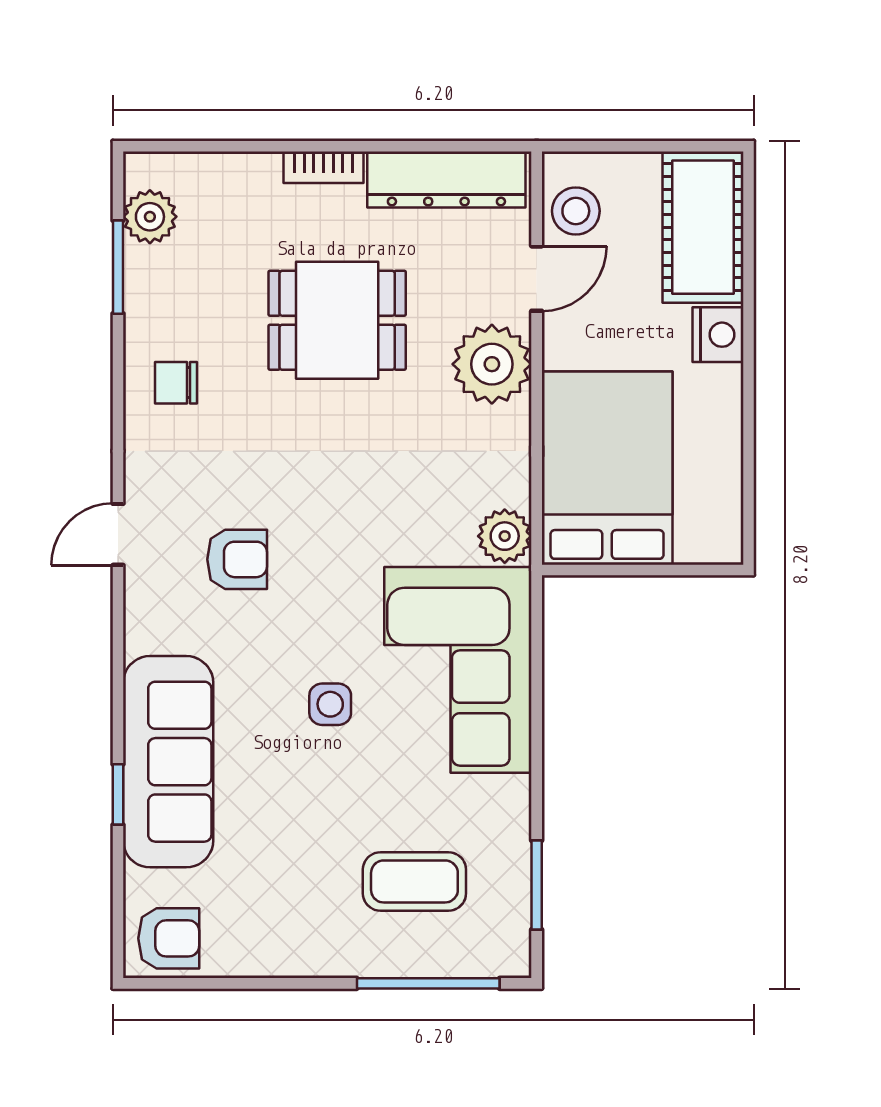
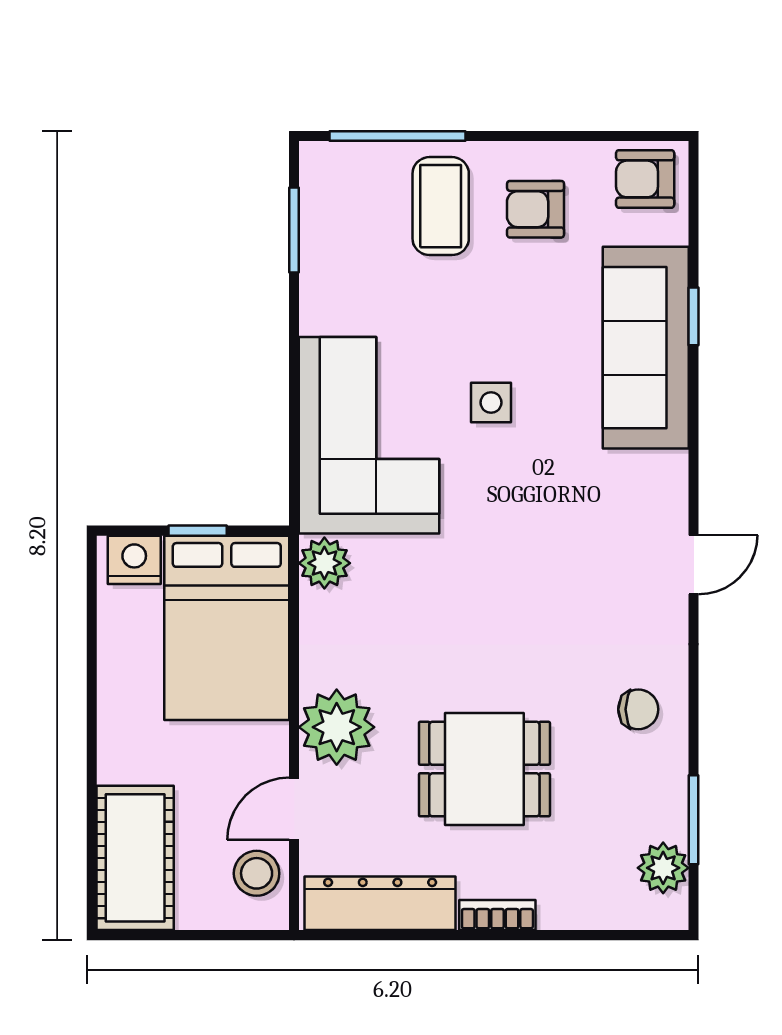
nightstand: (718, 335) -> (134, 560), moved, turned 90
armchair: (237, 559) -> (536, 209), moved
window: (638, 570) -> (198, 531), added
coffee table: (414, 881) -> (441, 206), moved, turned 90

